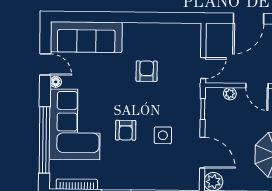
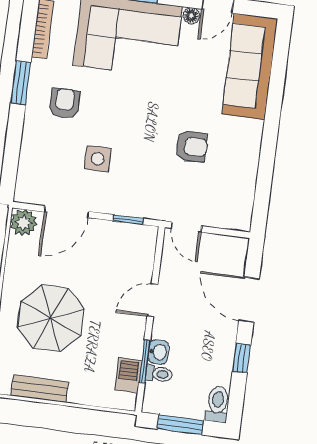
plant: (230, 94) -> (146, 261), removed
armchair: (126, 130) -> (65, 103), moved, turned 90

